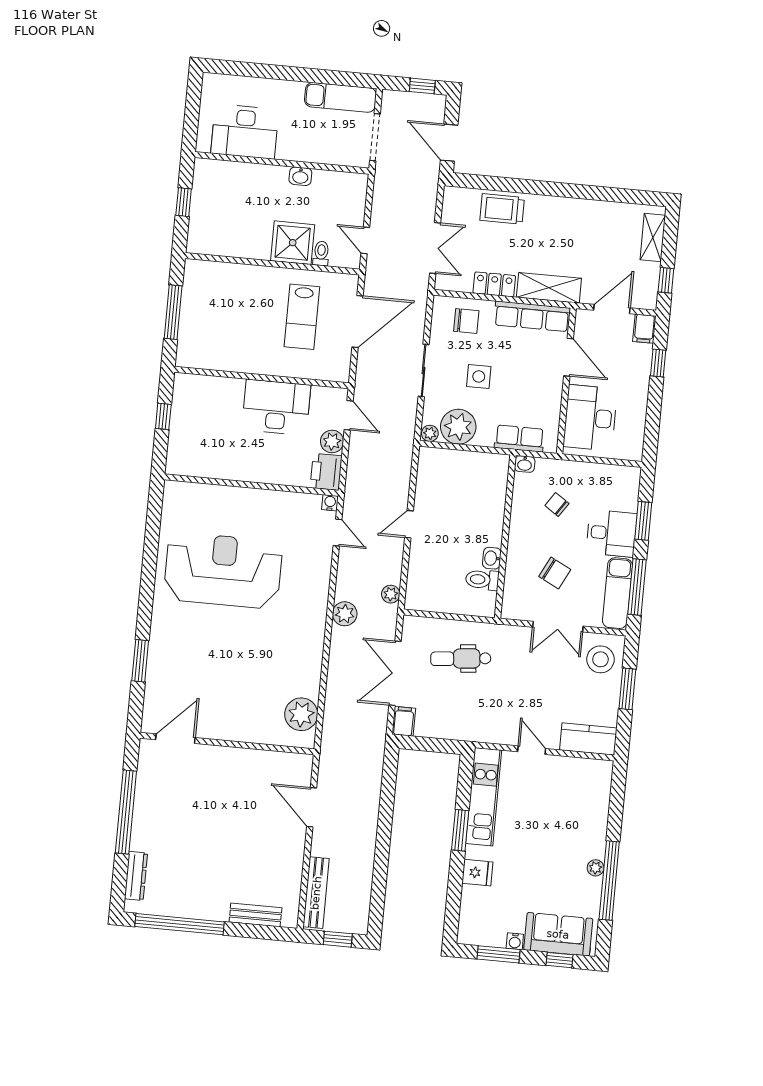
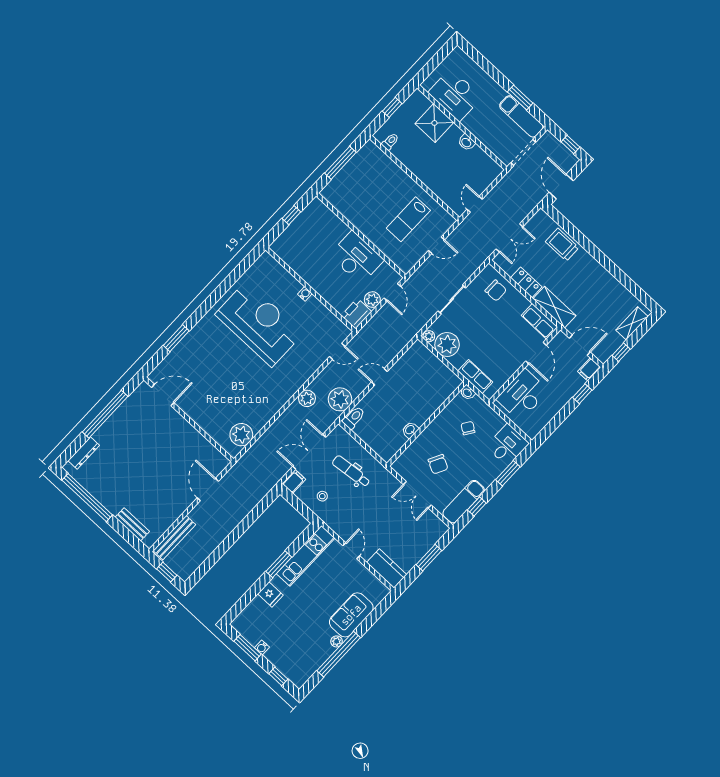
window: (322, 77) -> (520, 97), added
shower: (293, 243) -> (434, 123), moved
toilet: (321, 253) -> (390, 141), moved
row of seats: (532, 316) -> (539, 321), width x0.68
door: (357, 322) -> (436, 245), width x0.53
side table: (479, 376) -> (479, 326), removed
water cooler: (330, 503) -> (305, 294), moved
door: (338, 532) -> (337, 351), hinge flipped
desk: (611, 533) -> (507, 445), moved, turned -90
toilet: (482, 580) -> (354, 418), moved, turned 90
window: (637, 587) -> (477, 506), width x0.46
plant: (391, 594) -> (340, 399), width x1.88, depth x1.88
stool: (600, 659) -> (322, 496), moved, width x0.53, depth x0.53
sofa: (558, 934) -> (351, 615), moved, turned -90

